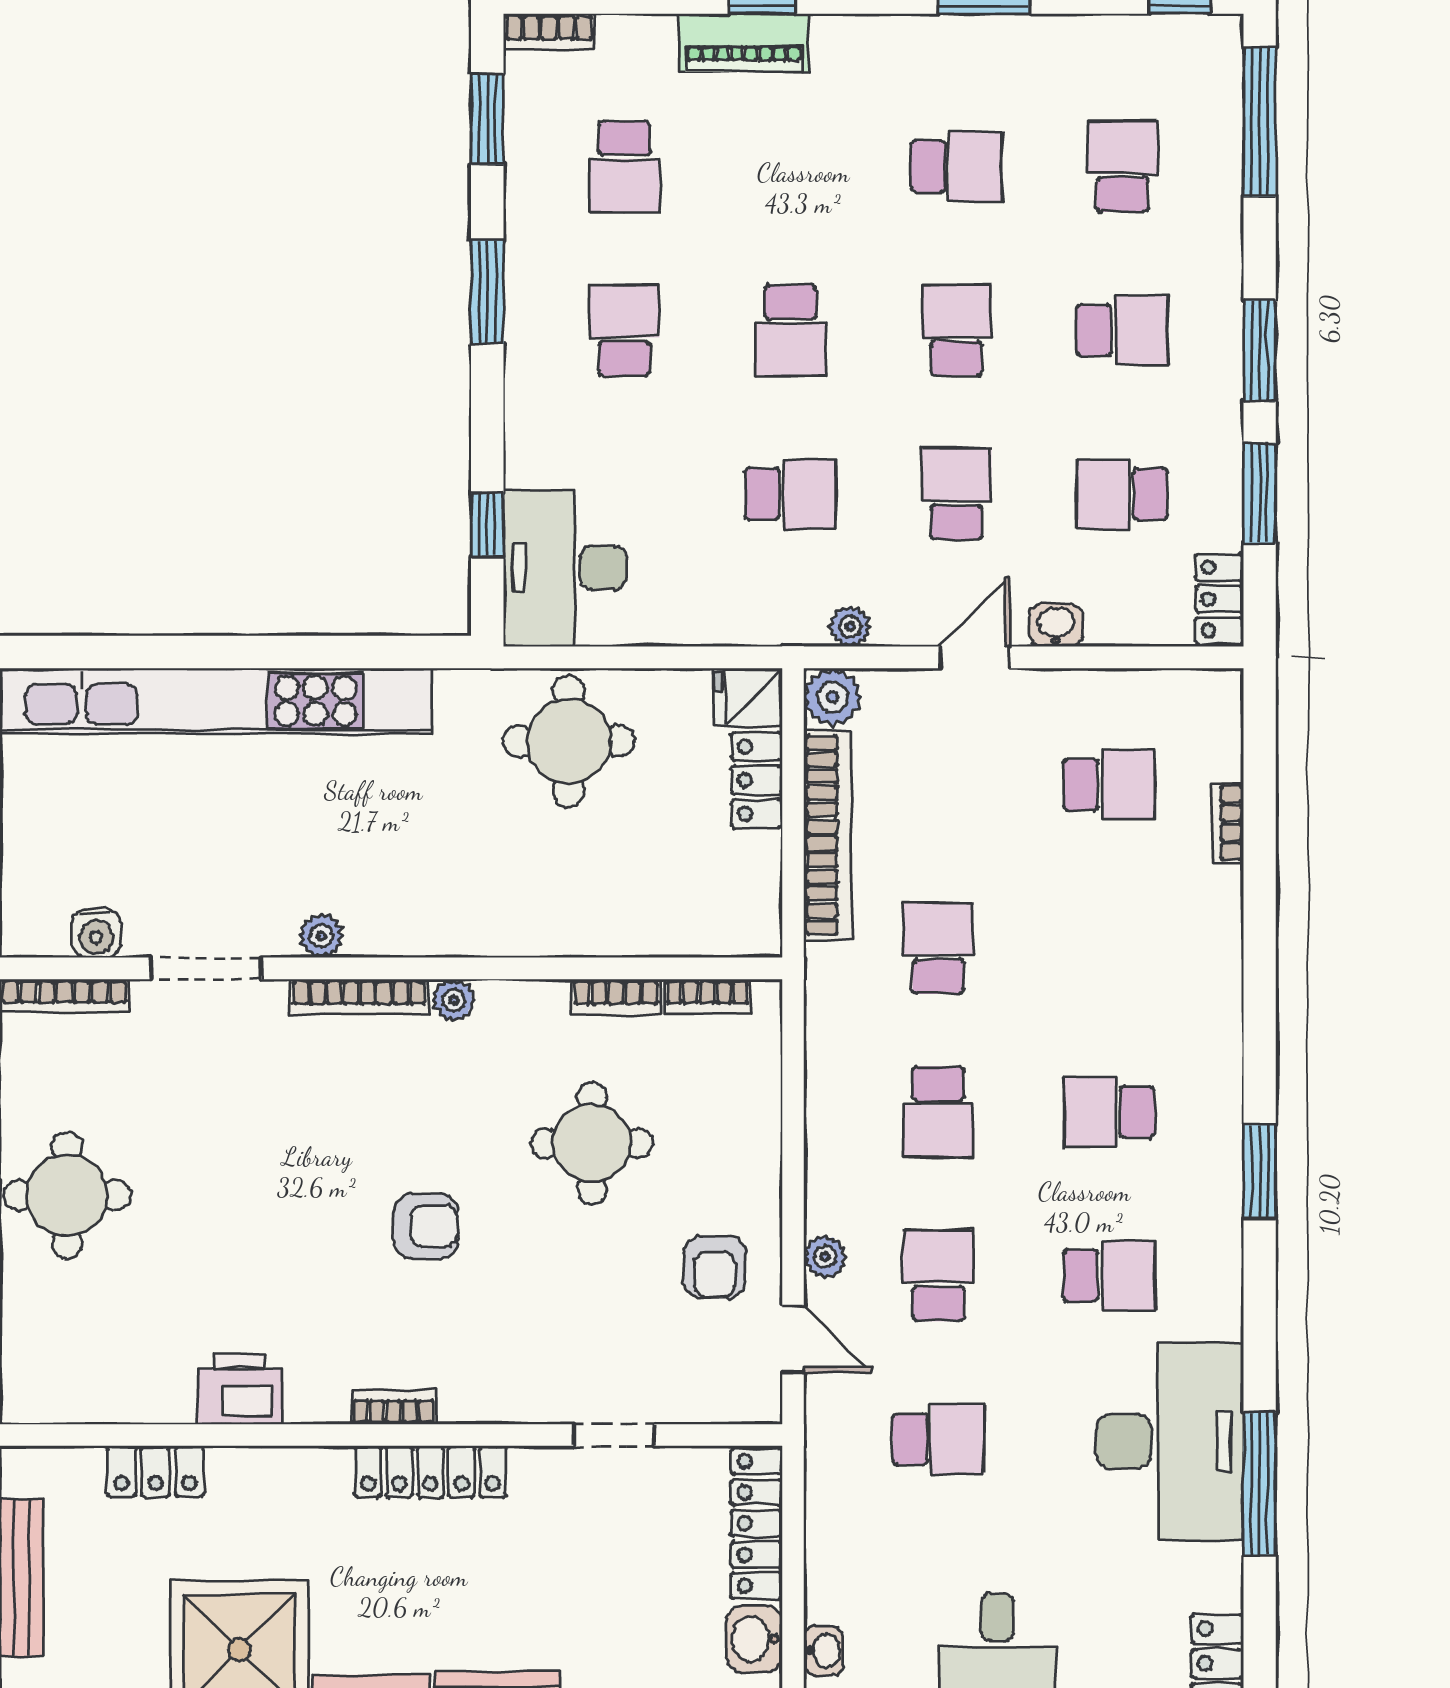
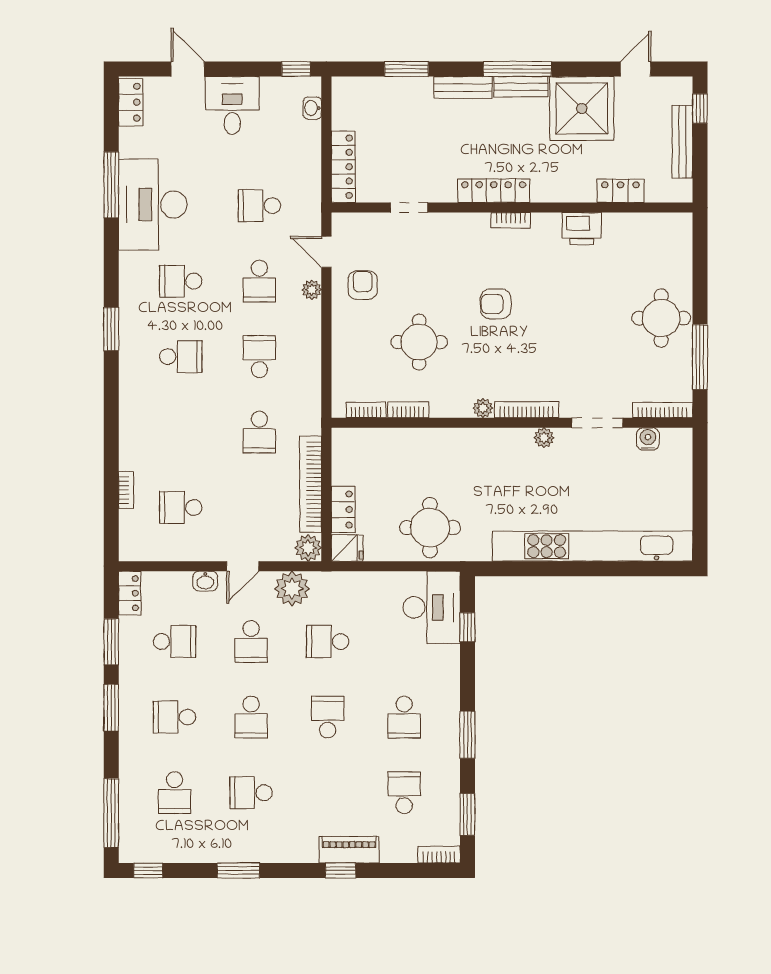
plant: (850, 626) -> (292, 589), width x1.87, depth x1.87
washbasin: (754, 1639) -> (344, 114), removed

